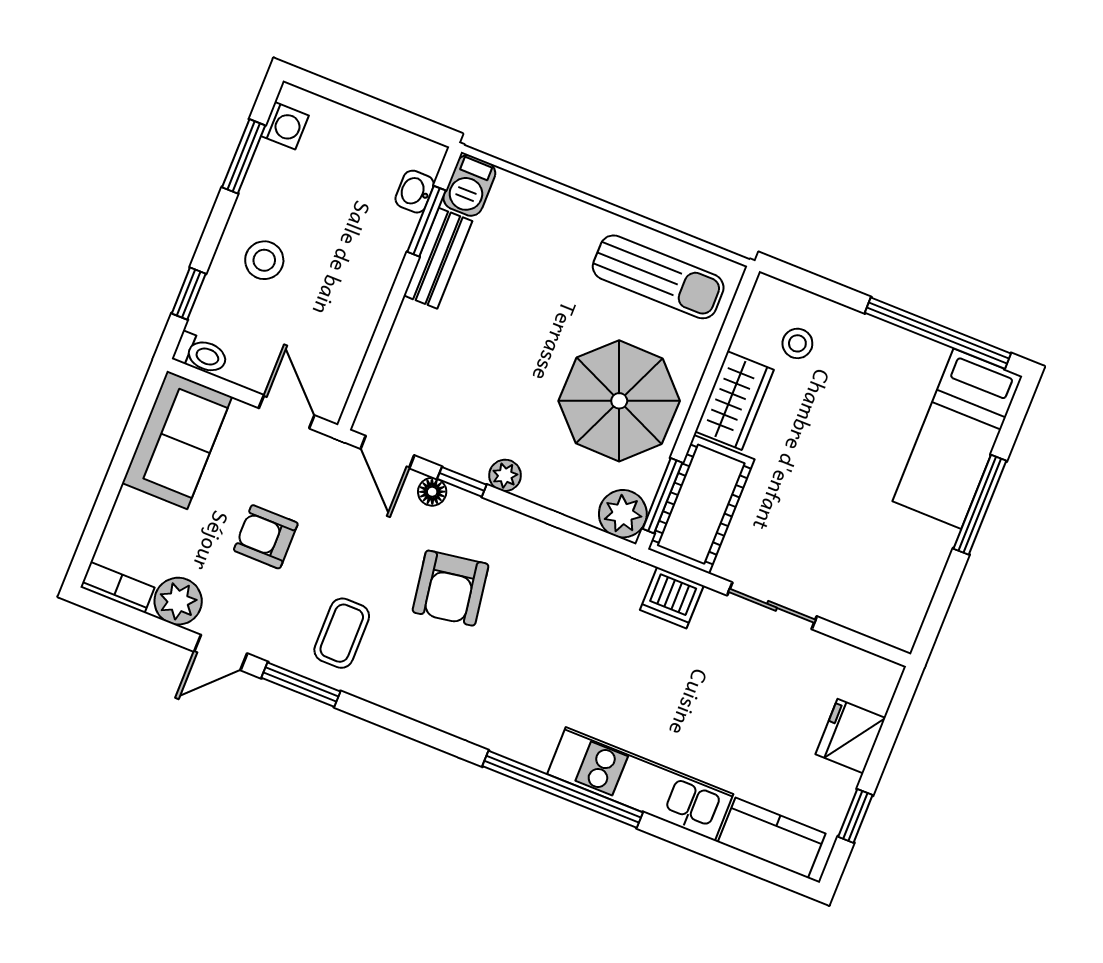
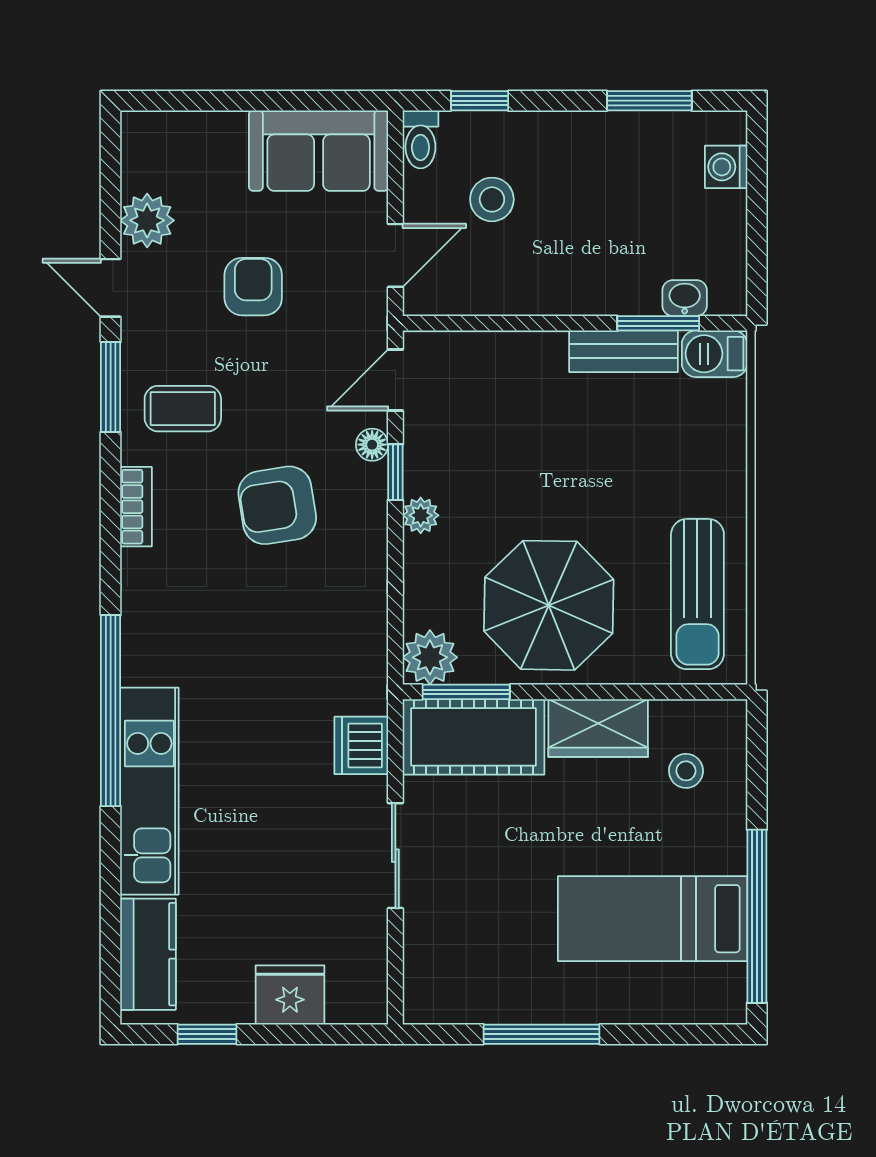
washing machine: (285, 126) -> (726, 167), moved, turned 90
stool: (264, 260) -> (492, 199), moved
bed: (957, 439) -> (653, 919), moved
window: (980, 505) -> (542, 1034), moved
bookcase: (117, 587) -> (136, 507), moved

